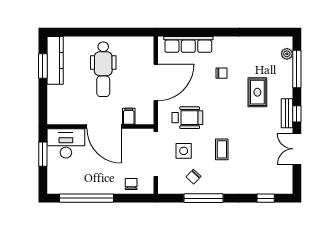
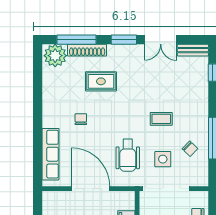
plant: (287, 54) -> (55, 56), width x1.87, depth x1.87
shoe rack: (287, 79) -> (87, 50), added
bench: (287, 113) -> (193, 50), moved
window: (297, 114) -> (124, 40), width x1.50
wheelchair: (187, 118) -> (128, 155), turned 180

